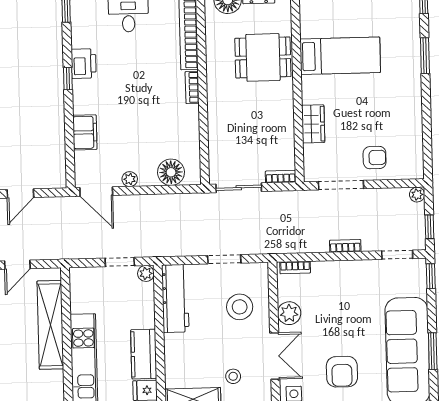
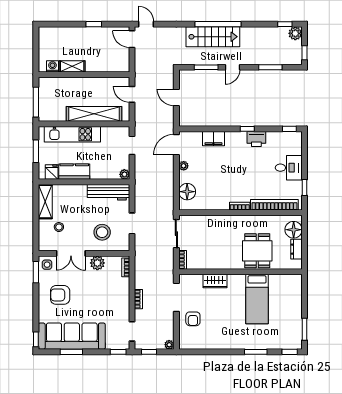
doorway: (120, 262) -> (132, 145), moved

